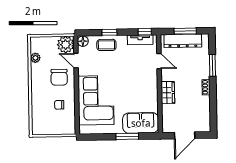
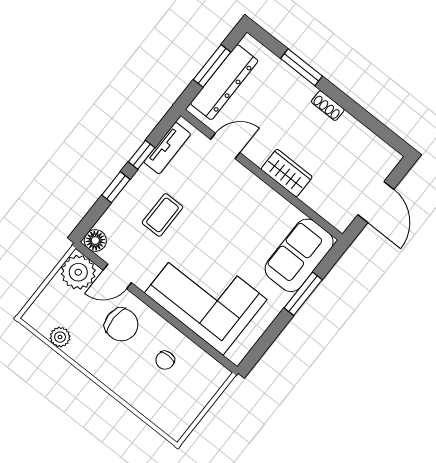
window: (145, 32) -> (142, 155), moved
coffee table: (106, 45) -> (162, 215), moved

